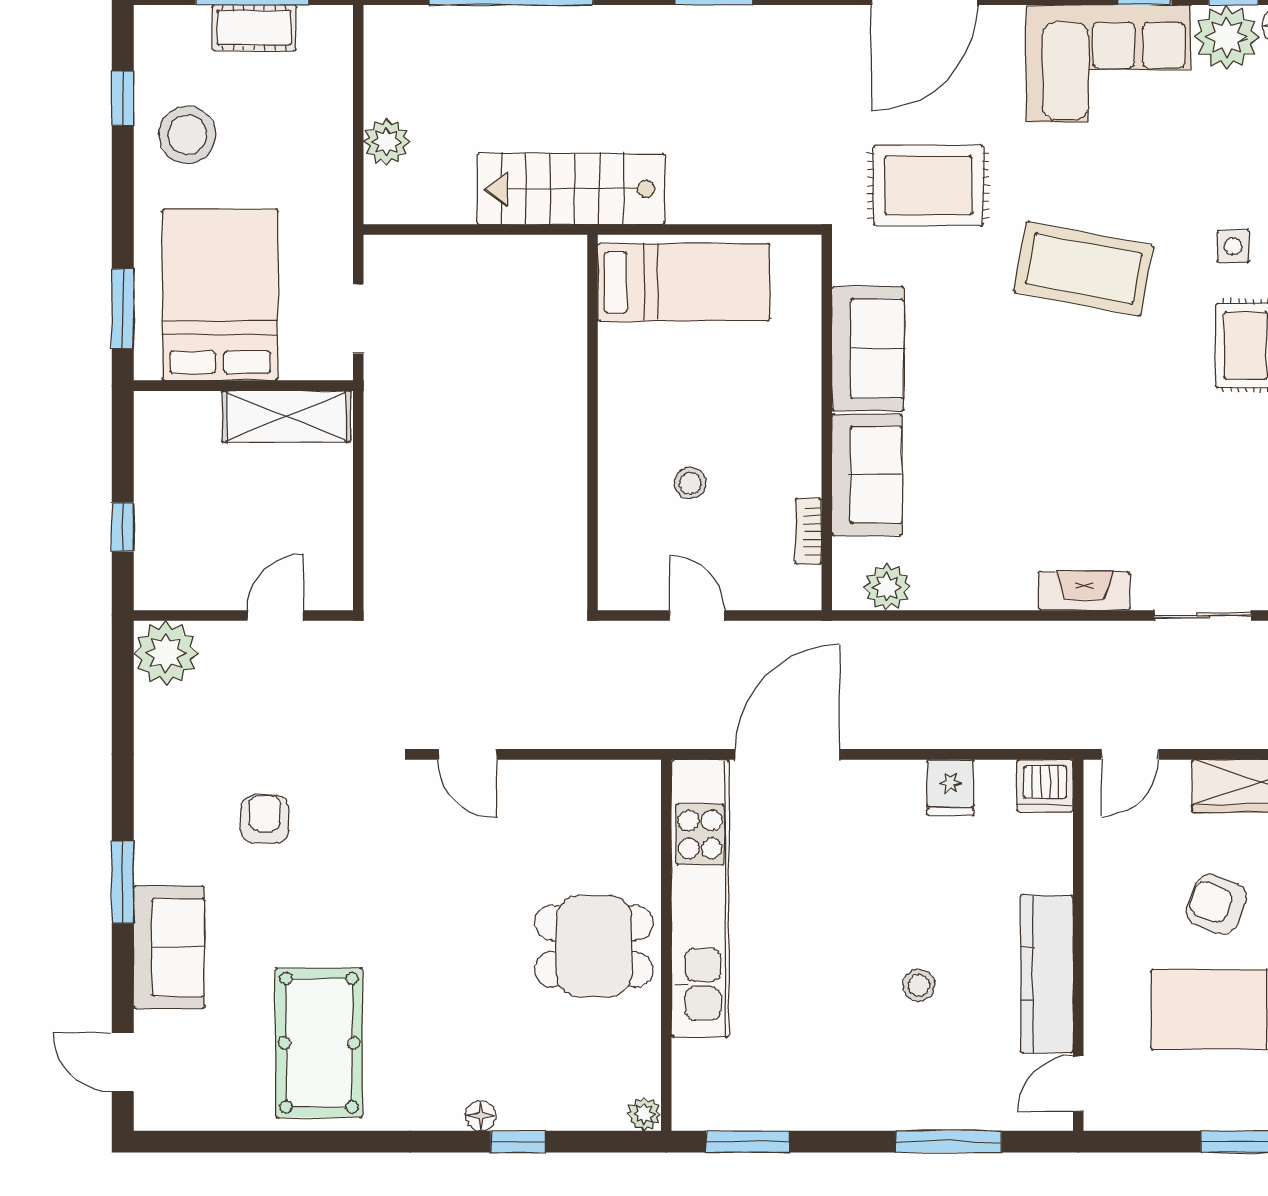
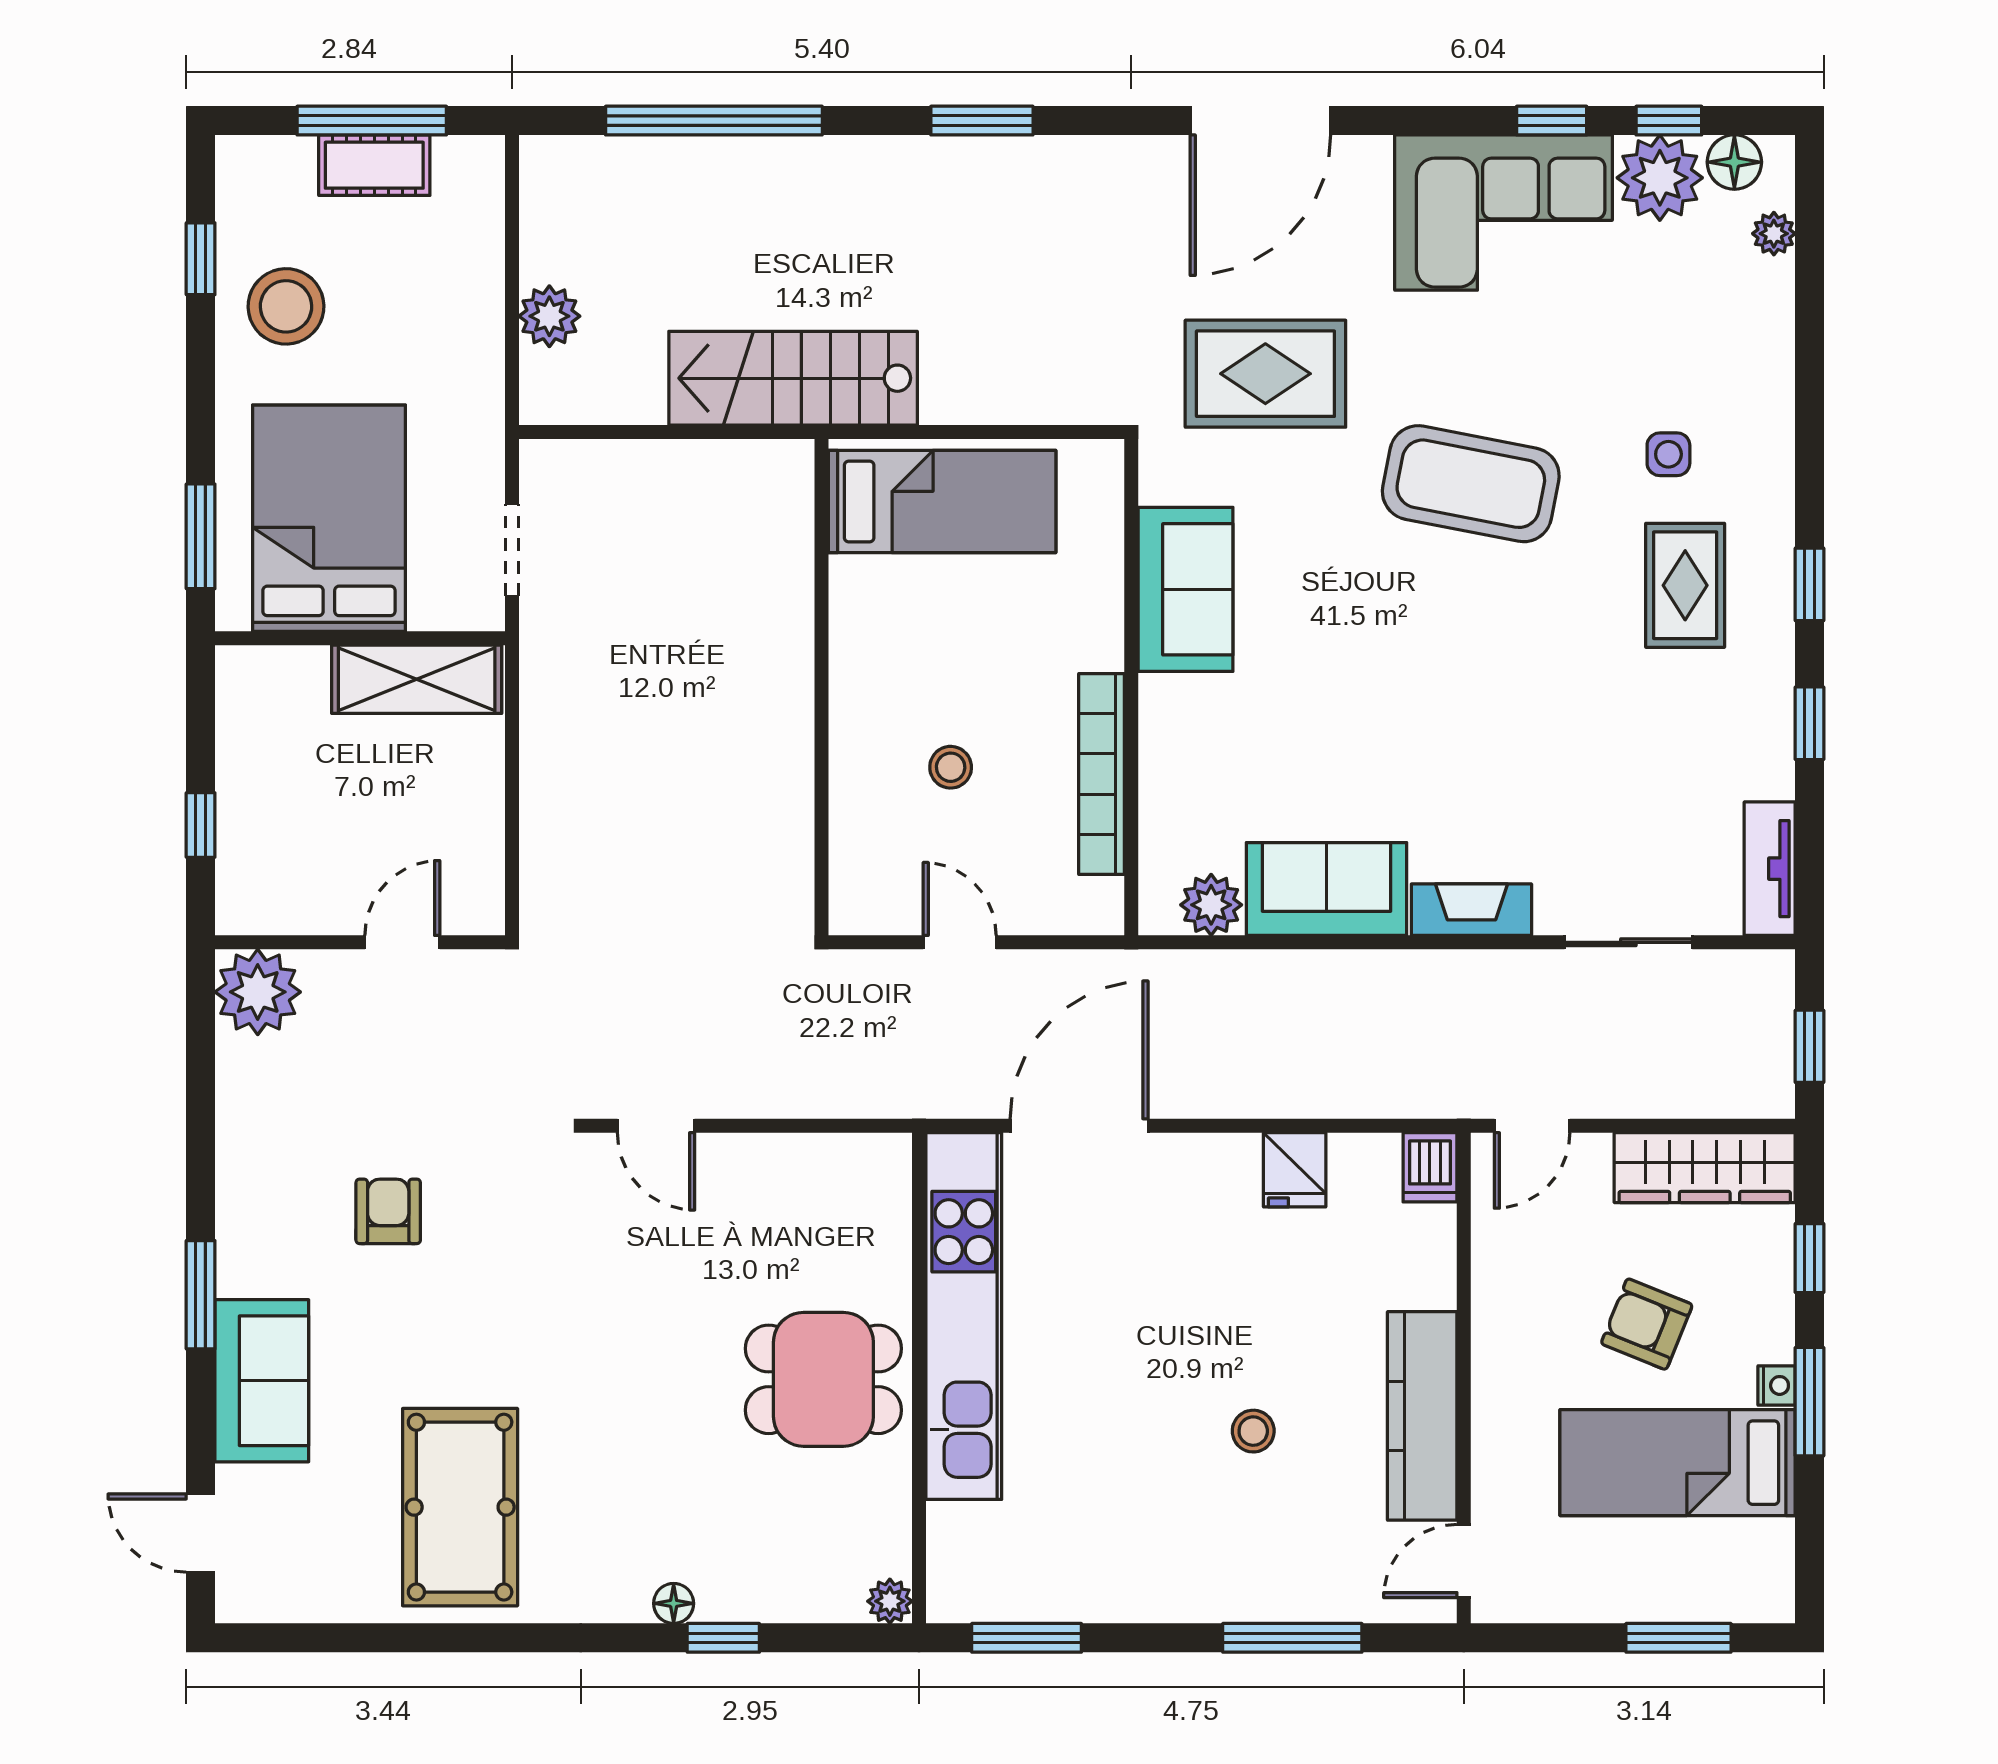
sofa: (867, 475) -> (1326, 889), moved, turned -90
bookcase: (808, 531) -> (1102, 774), width x2.31, depth x1.31
dishwasher: (1045, 786) -> (1430, 1167), width x0.73

